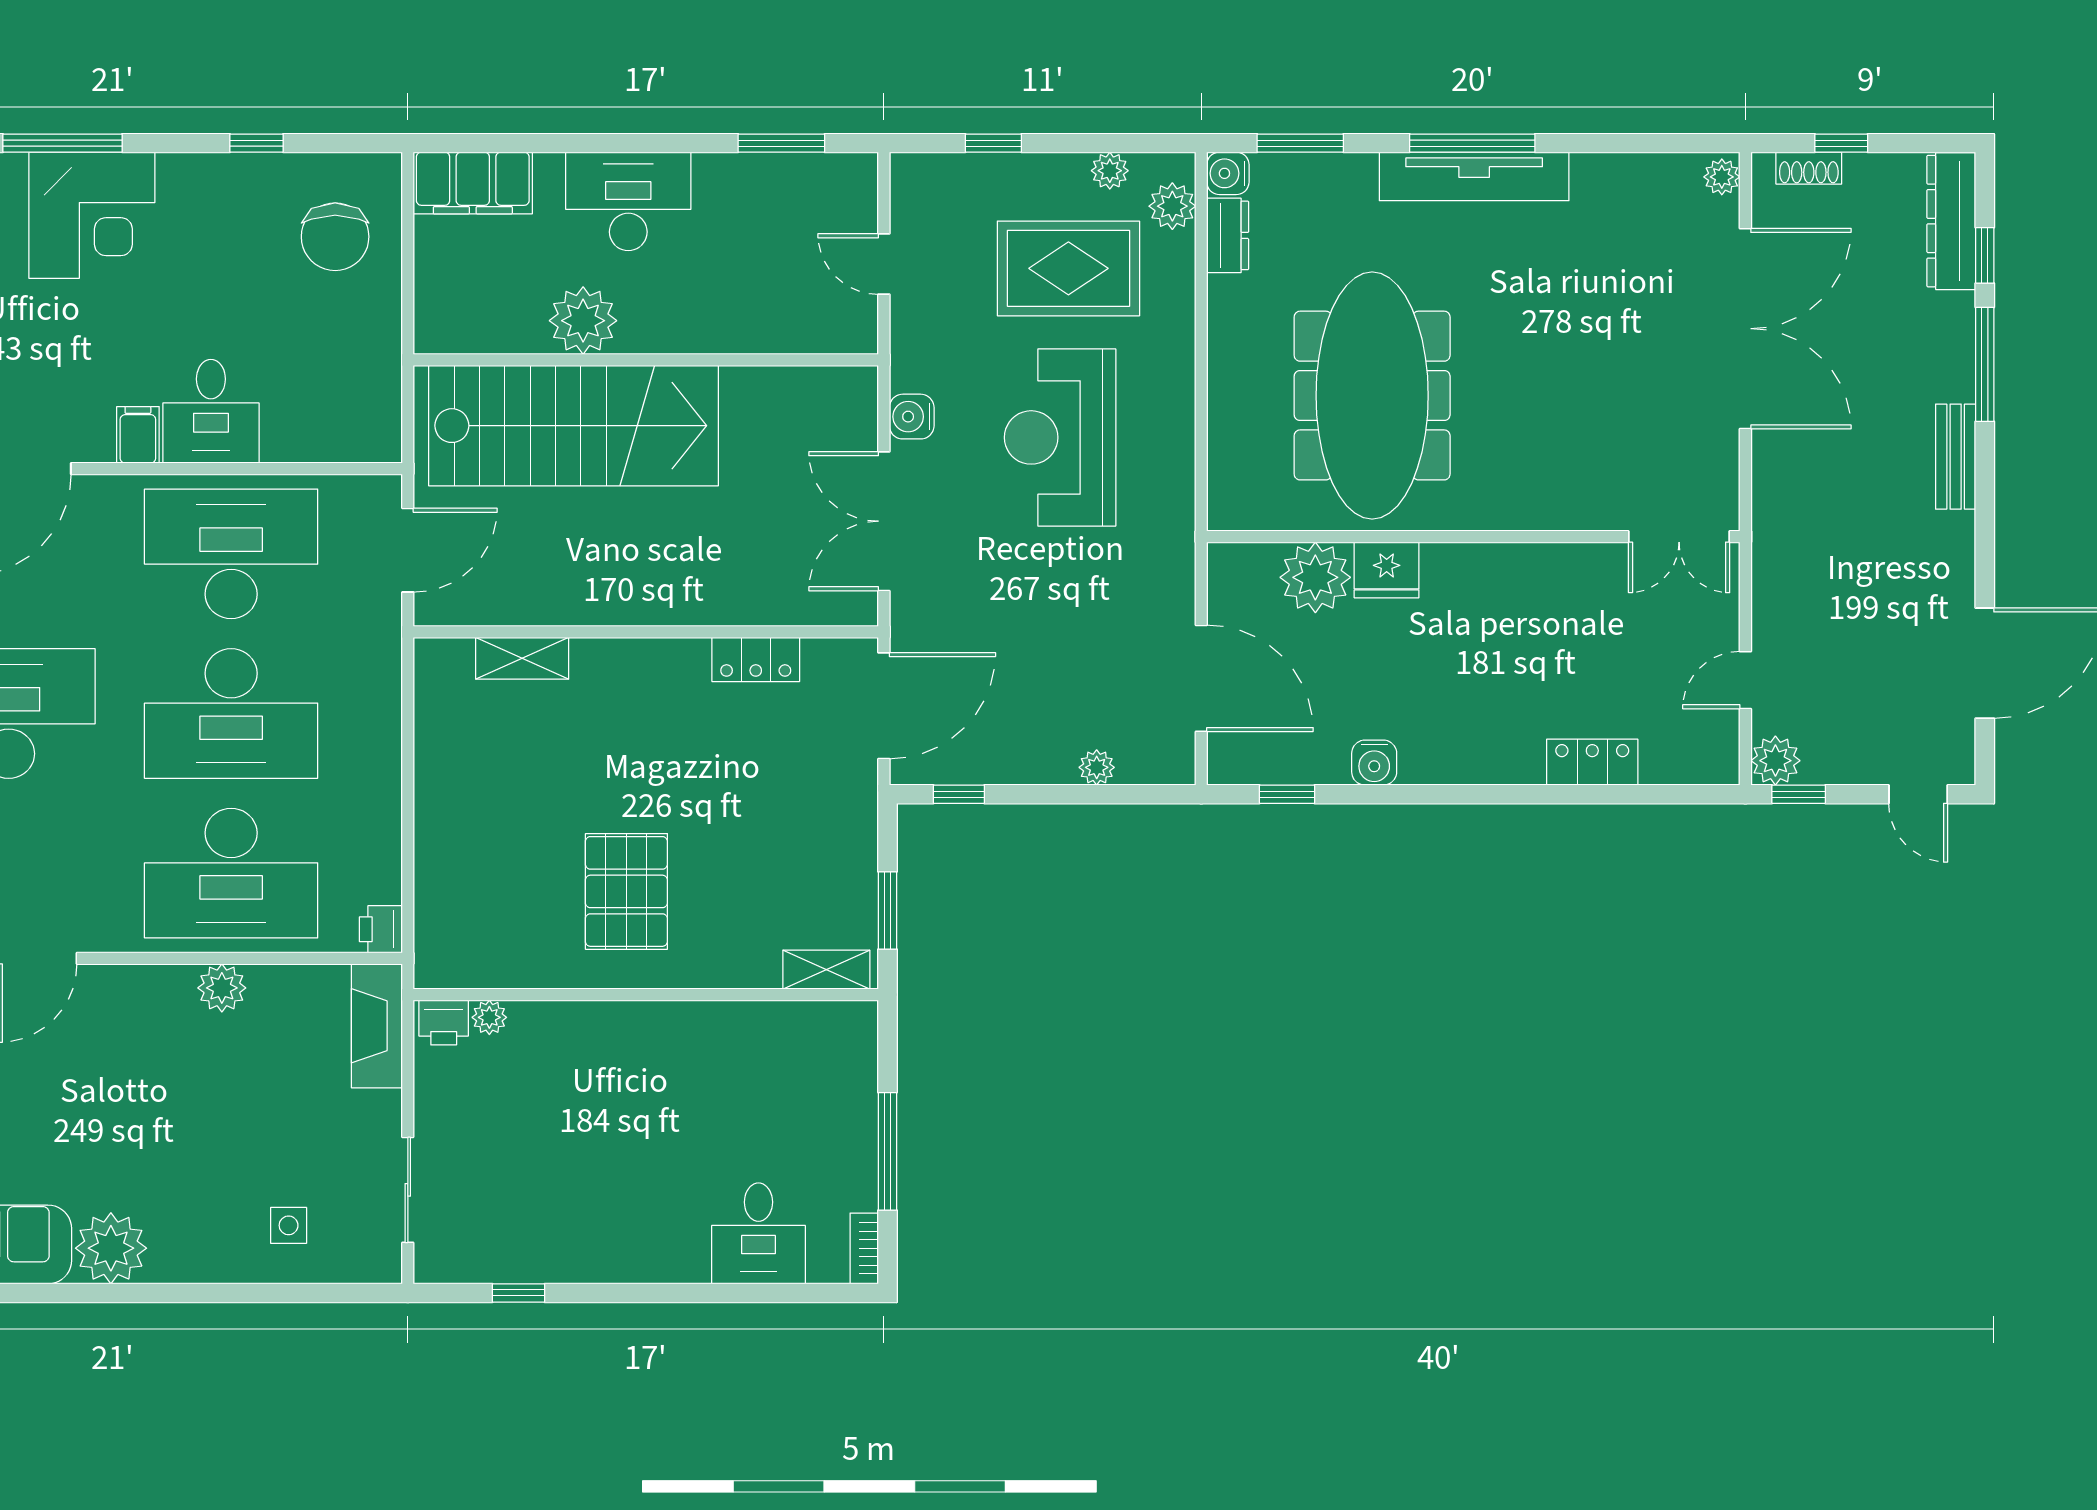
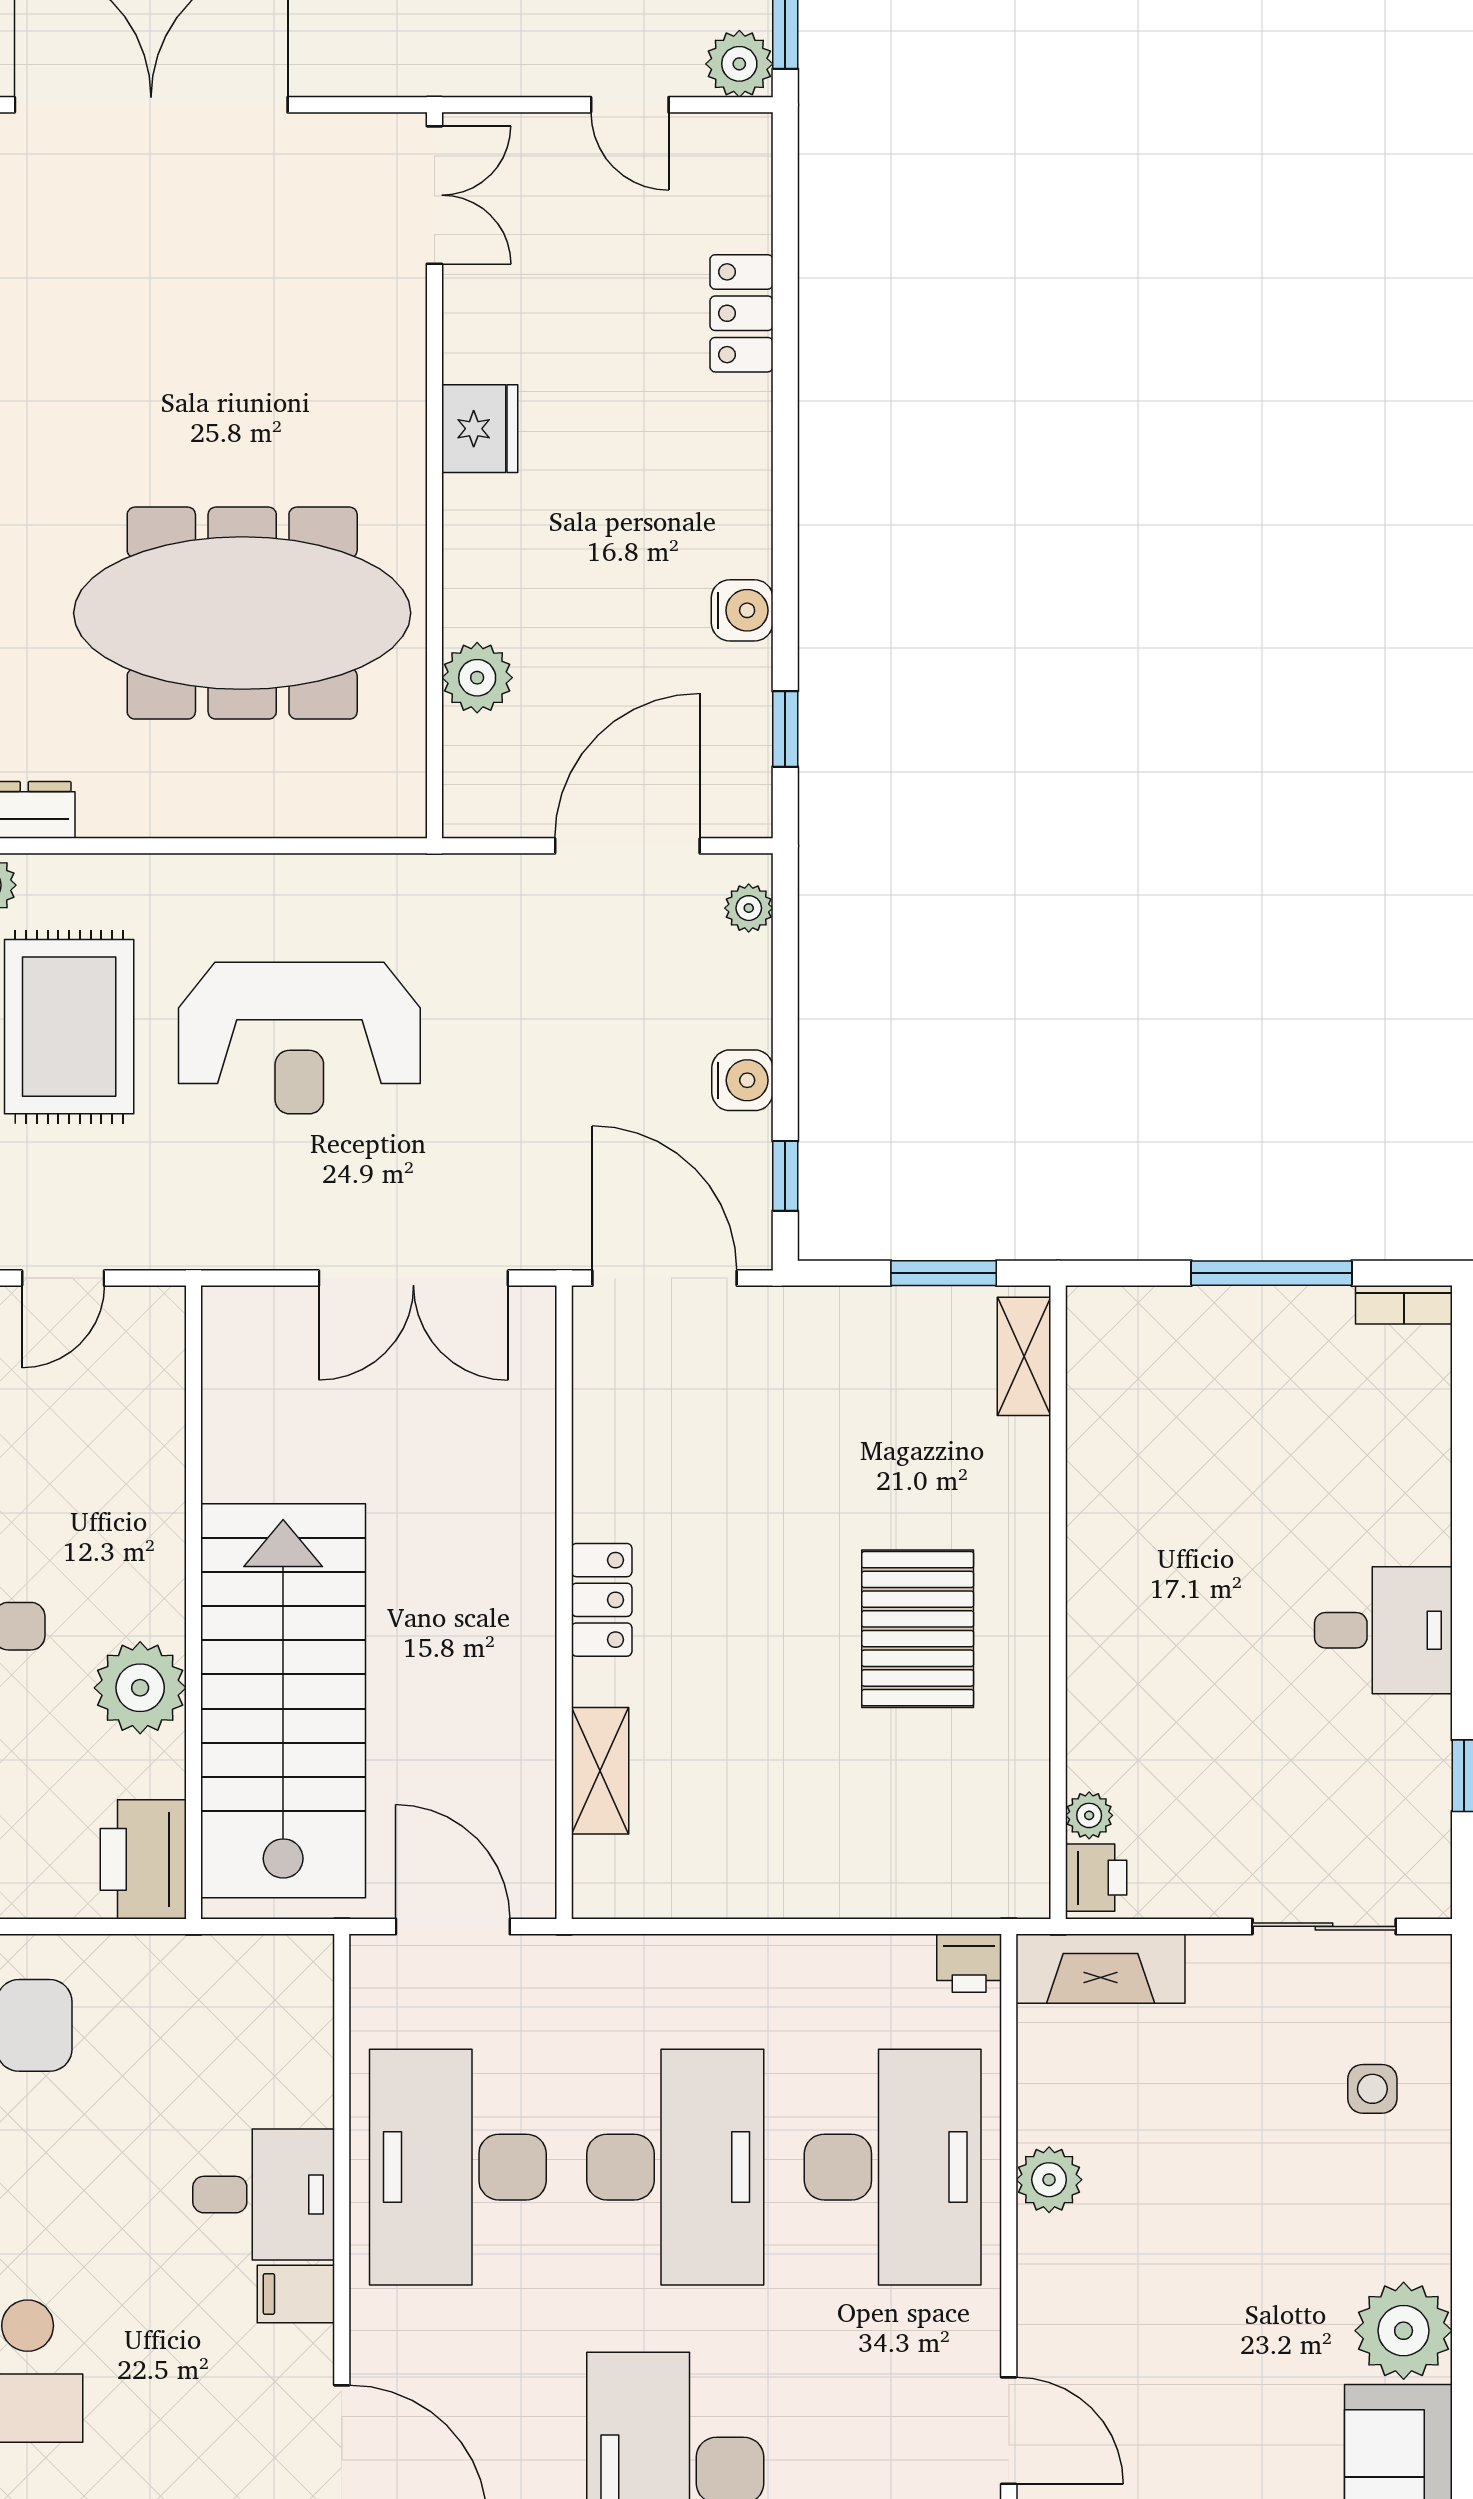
printer: (457, 323) -> (143, 1859), added
water cooler: (912, 417) -> (742, 1080), moved, turned -90
fridge: (1387, 570) -> (480, 429), moved
plant: (1315, 577) -> (477, 678), width x0.73, depth x0.73
locker: (756, 659) -> (602, 1600), moved
plant: (1097, 767) -> (749, 908), moved
pallet: (626, 891) -> (918, 1629), turned 90
desk: (758, 1233) -> (1383, 1630), moved

